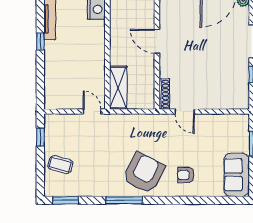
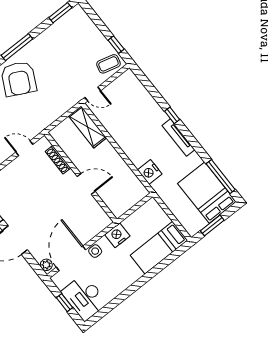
shoe rack: (164, 94) -> (58, 160), moved
coffee table: (60, 165) -> (108, 64), moved

